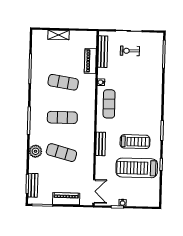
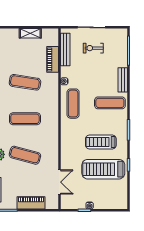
shelving: (58, 35) -> (30, 33), moved
exercise mat: (145, 104) -> (110, 103), added
treadmill: (135, 142) -> (101, 142), turned 180
bench: (101, 144) -> (123, 80), moved
double door: (94, 191) -> (60, 182), moved

